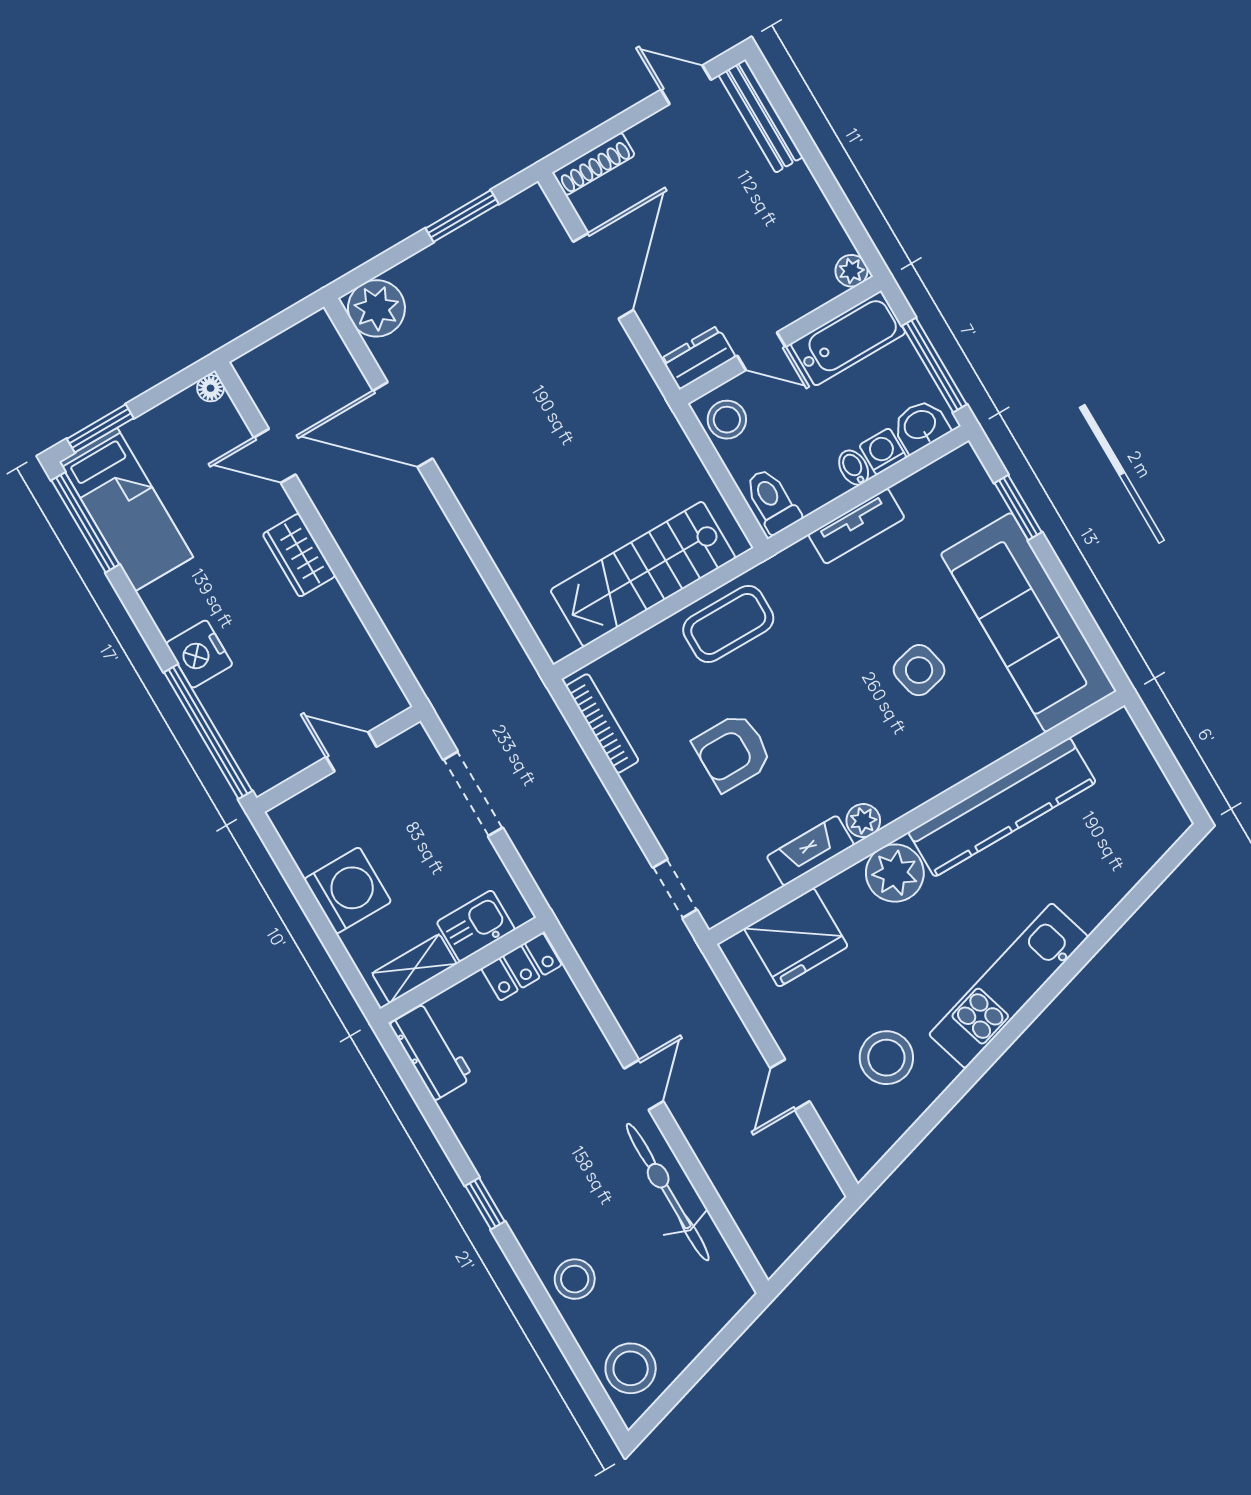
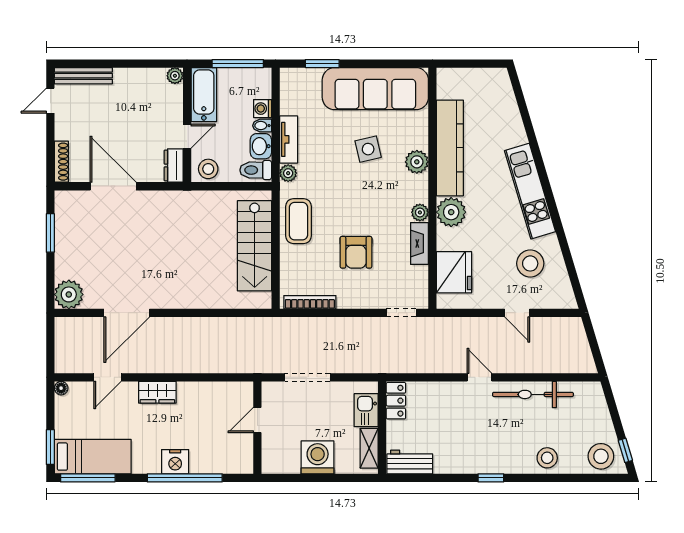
washbasin: (921, 426) -> (261, 146), moved
plant: (799, 559) -> (288, 173), added
window: (208, 732) -> (185, 478), moved
plant: (946, 765) -> (417, 162), added
window: (665, 1404) -> (625, 450), added

